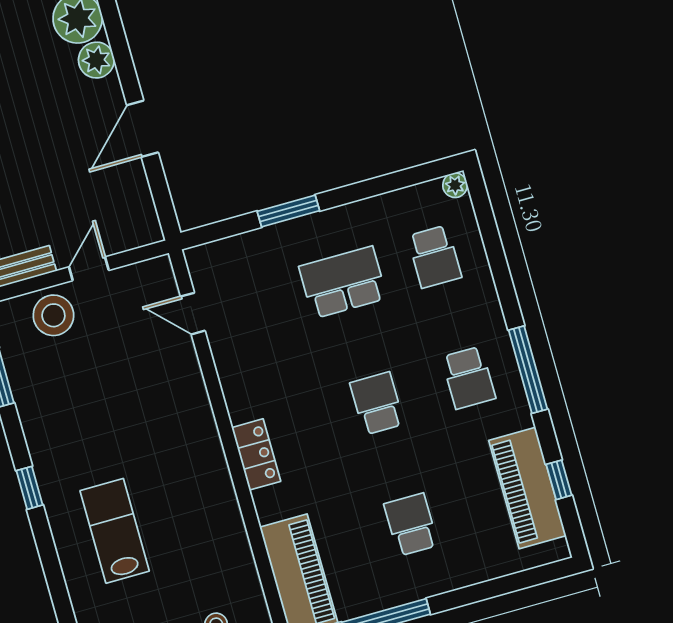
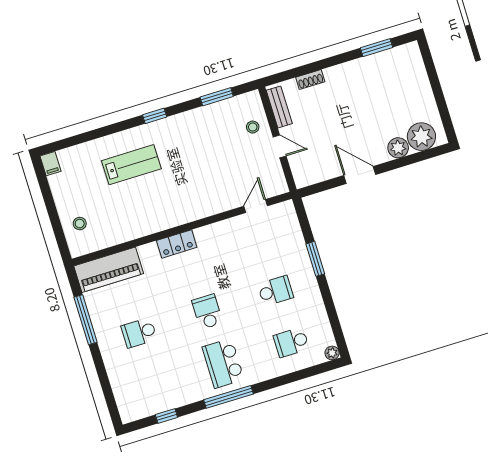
school desk: (343, 282) -> (275, 291), width x0.54
stool: (53, 315) -> (253, 127), width x0.53, depth x0.53
school desk: (469, 378) -> (223, 363), width x1.85
school desk: (377, 403) -> (207, 312), turned -90
piano: (527, 488) -> (161, 398), removed
school desk: (411, 525) -> (139, 333), turned 180

